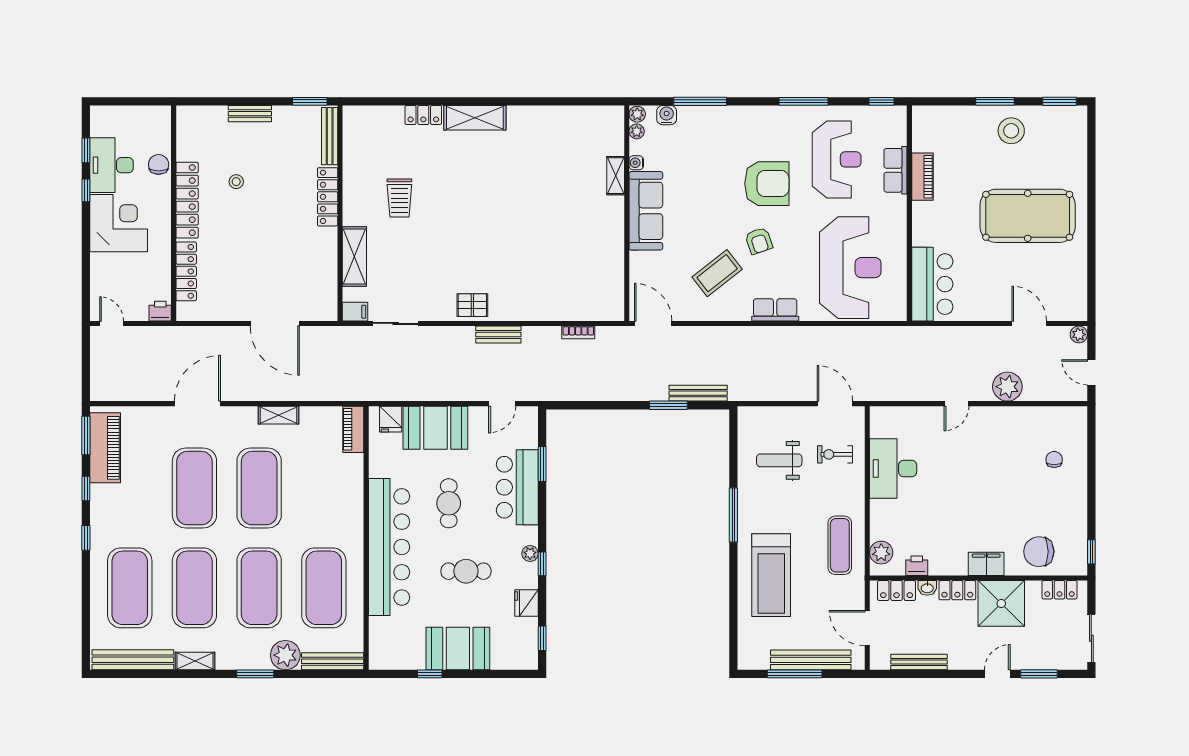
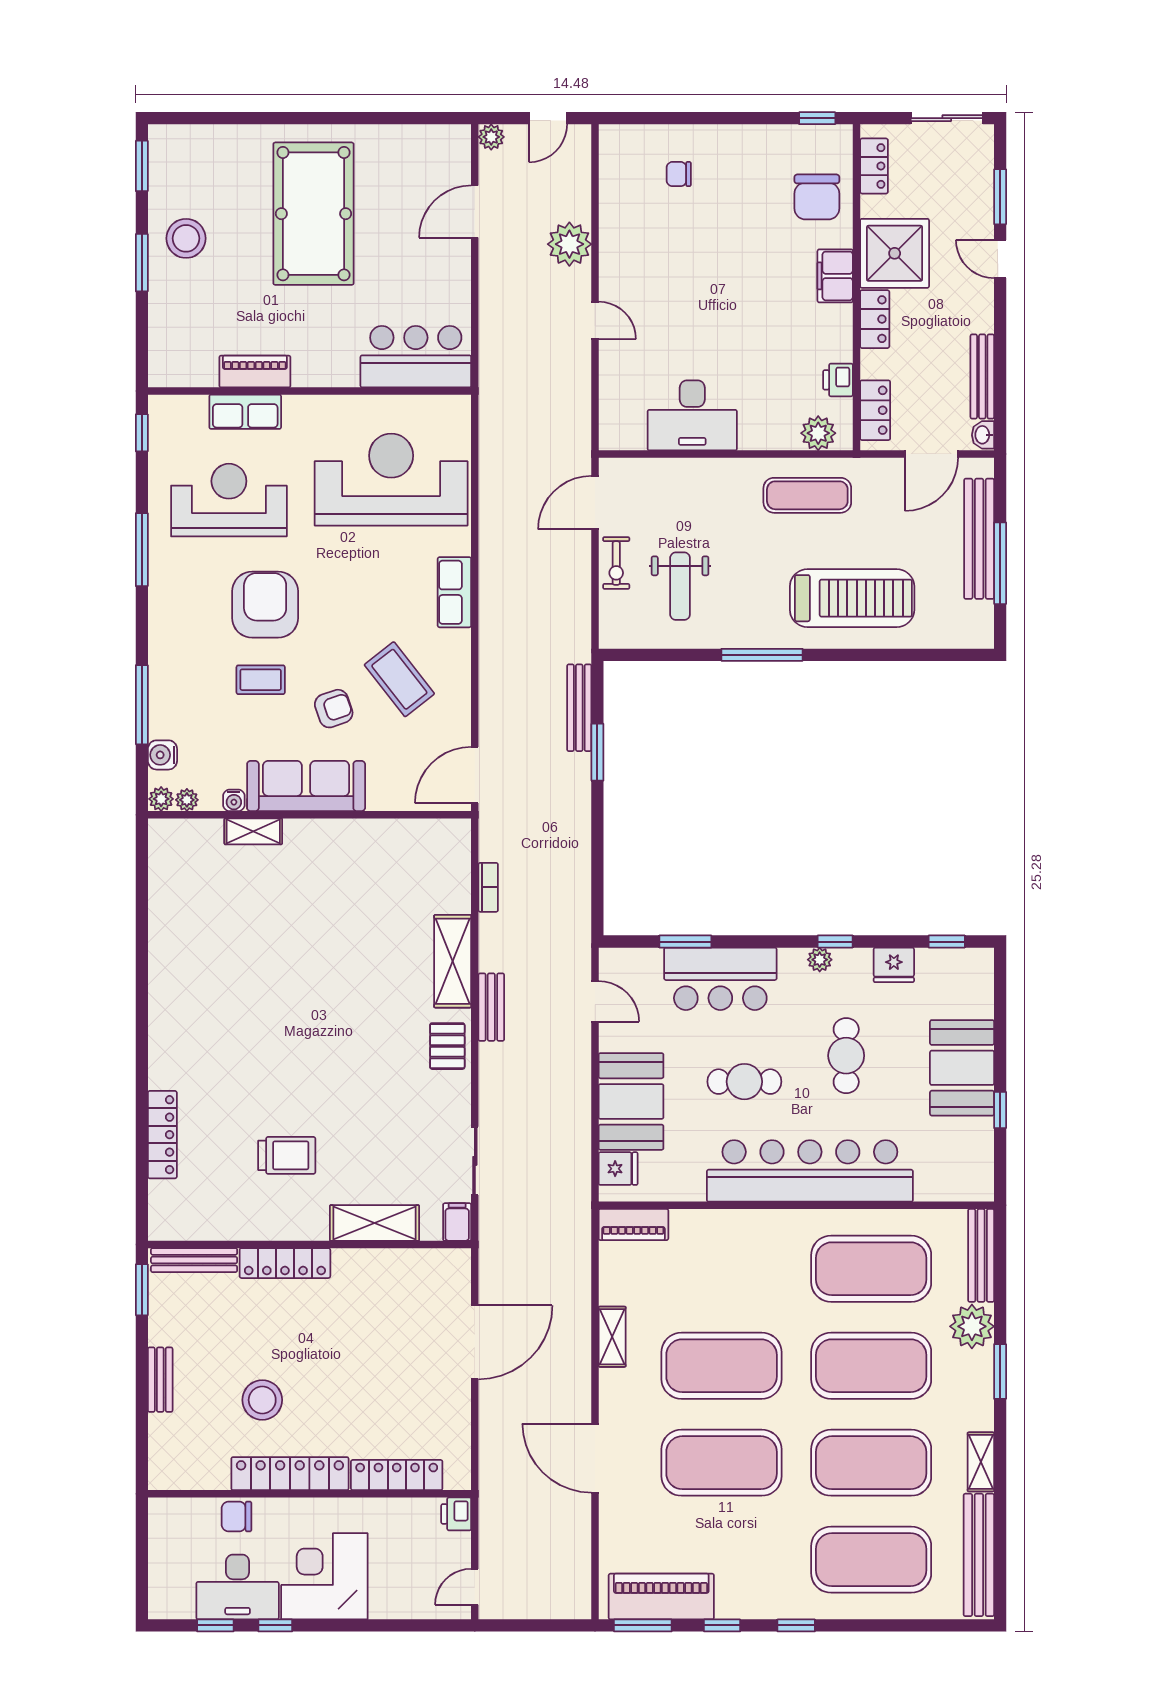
locker: (423, 115) -> (162, 1135), width x1.53
shelving: (475, 118) -> (453, 961), moved
coffee table: (717, 181) -> (261, 680), added
stool: (236, 182) -> (262, 1400), width x1.89, depth x1.89
armchair: (759, 241) -> (334, 709), moved
exercise bike: (835, 454) -> (616, 563), moved
washbasin: (927, 588) -> (983, 435), moved, turned 180

